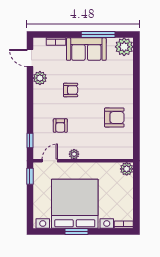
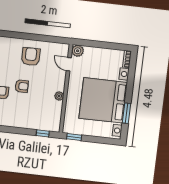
armchair: (60, 126) -> (22, 86), moved
door: (50, 161) -> (69, 64), moved
window: (76, 232) -> (127, 113), moved

